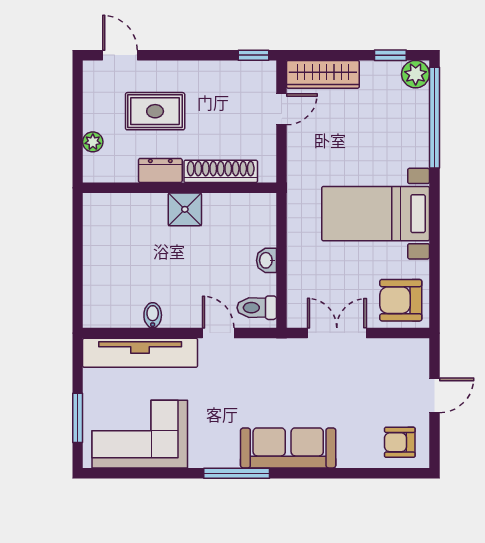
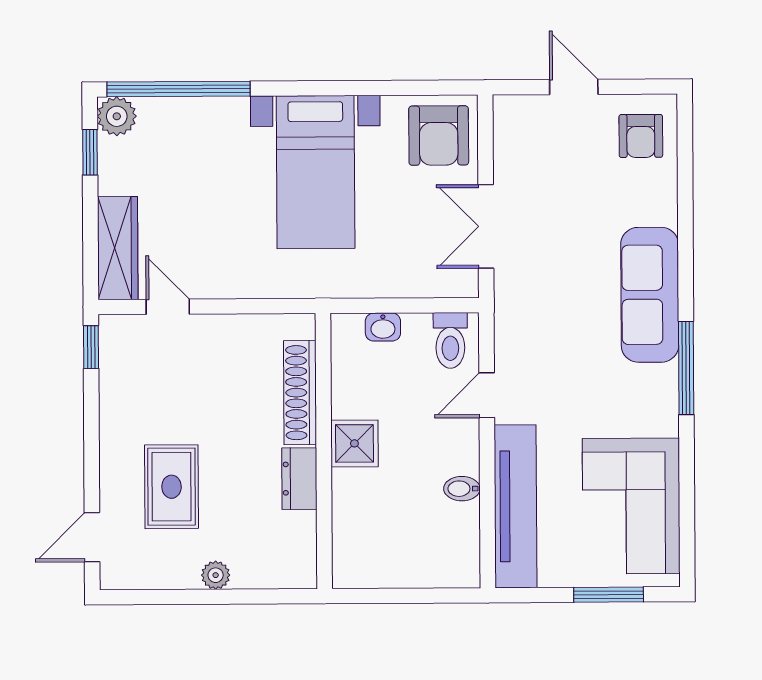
dresser: (160, 170) -> (299, 479), moved
shoe rack: (221, 171) -> (300, 393), moved
wall: (180, 188) -> (324, 451), moved
shower: (185, 209) -> (354, 443), moved

